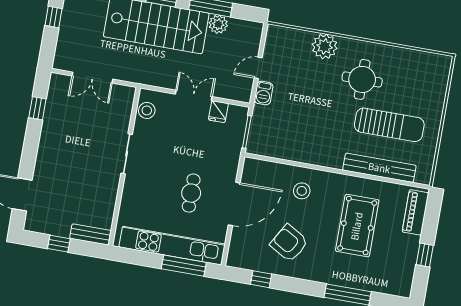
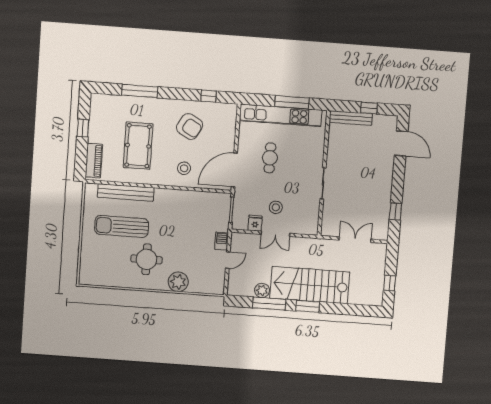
stool: (147, 110) -> (276, 207), moved
door: (234, 204) -> (234, 170), moved
bench: (90, 234) -> (351, 118), width x1.36
window: (184, 266) -> (292, 102), moved

